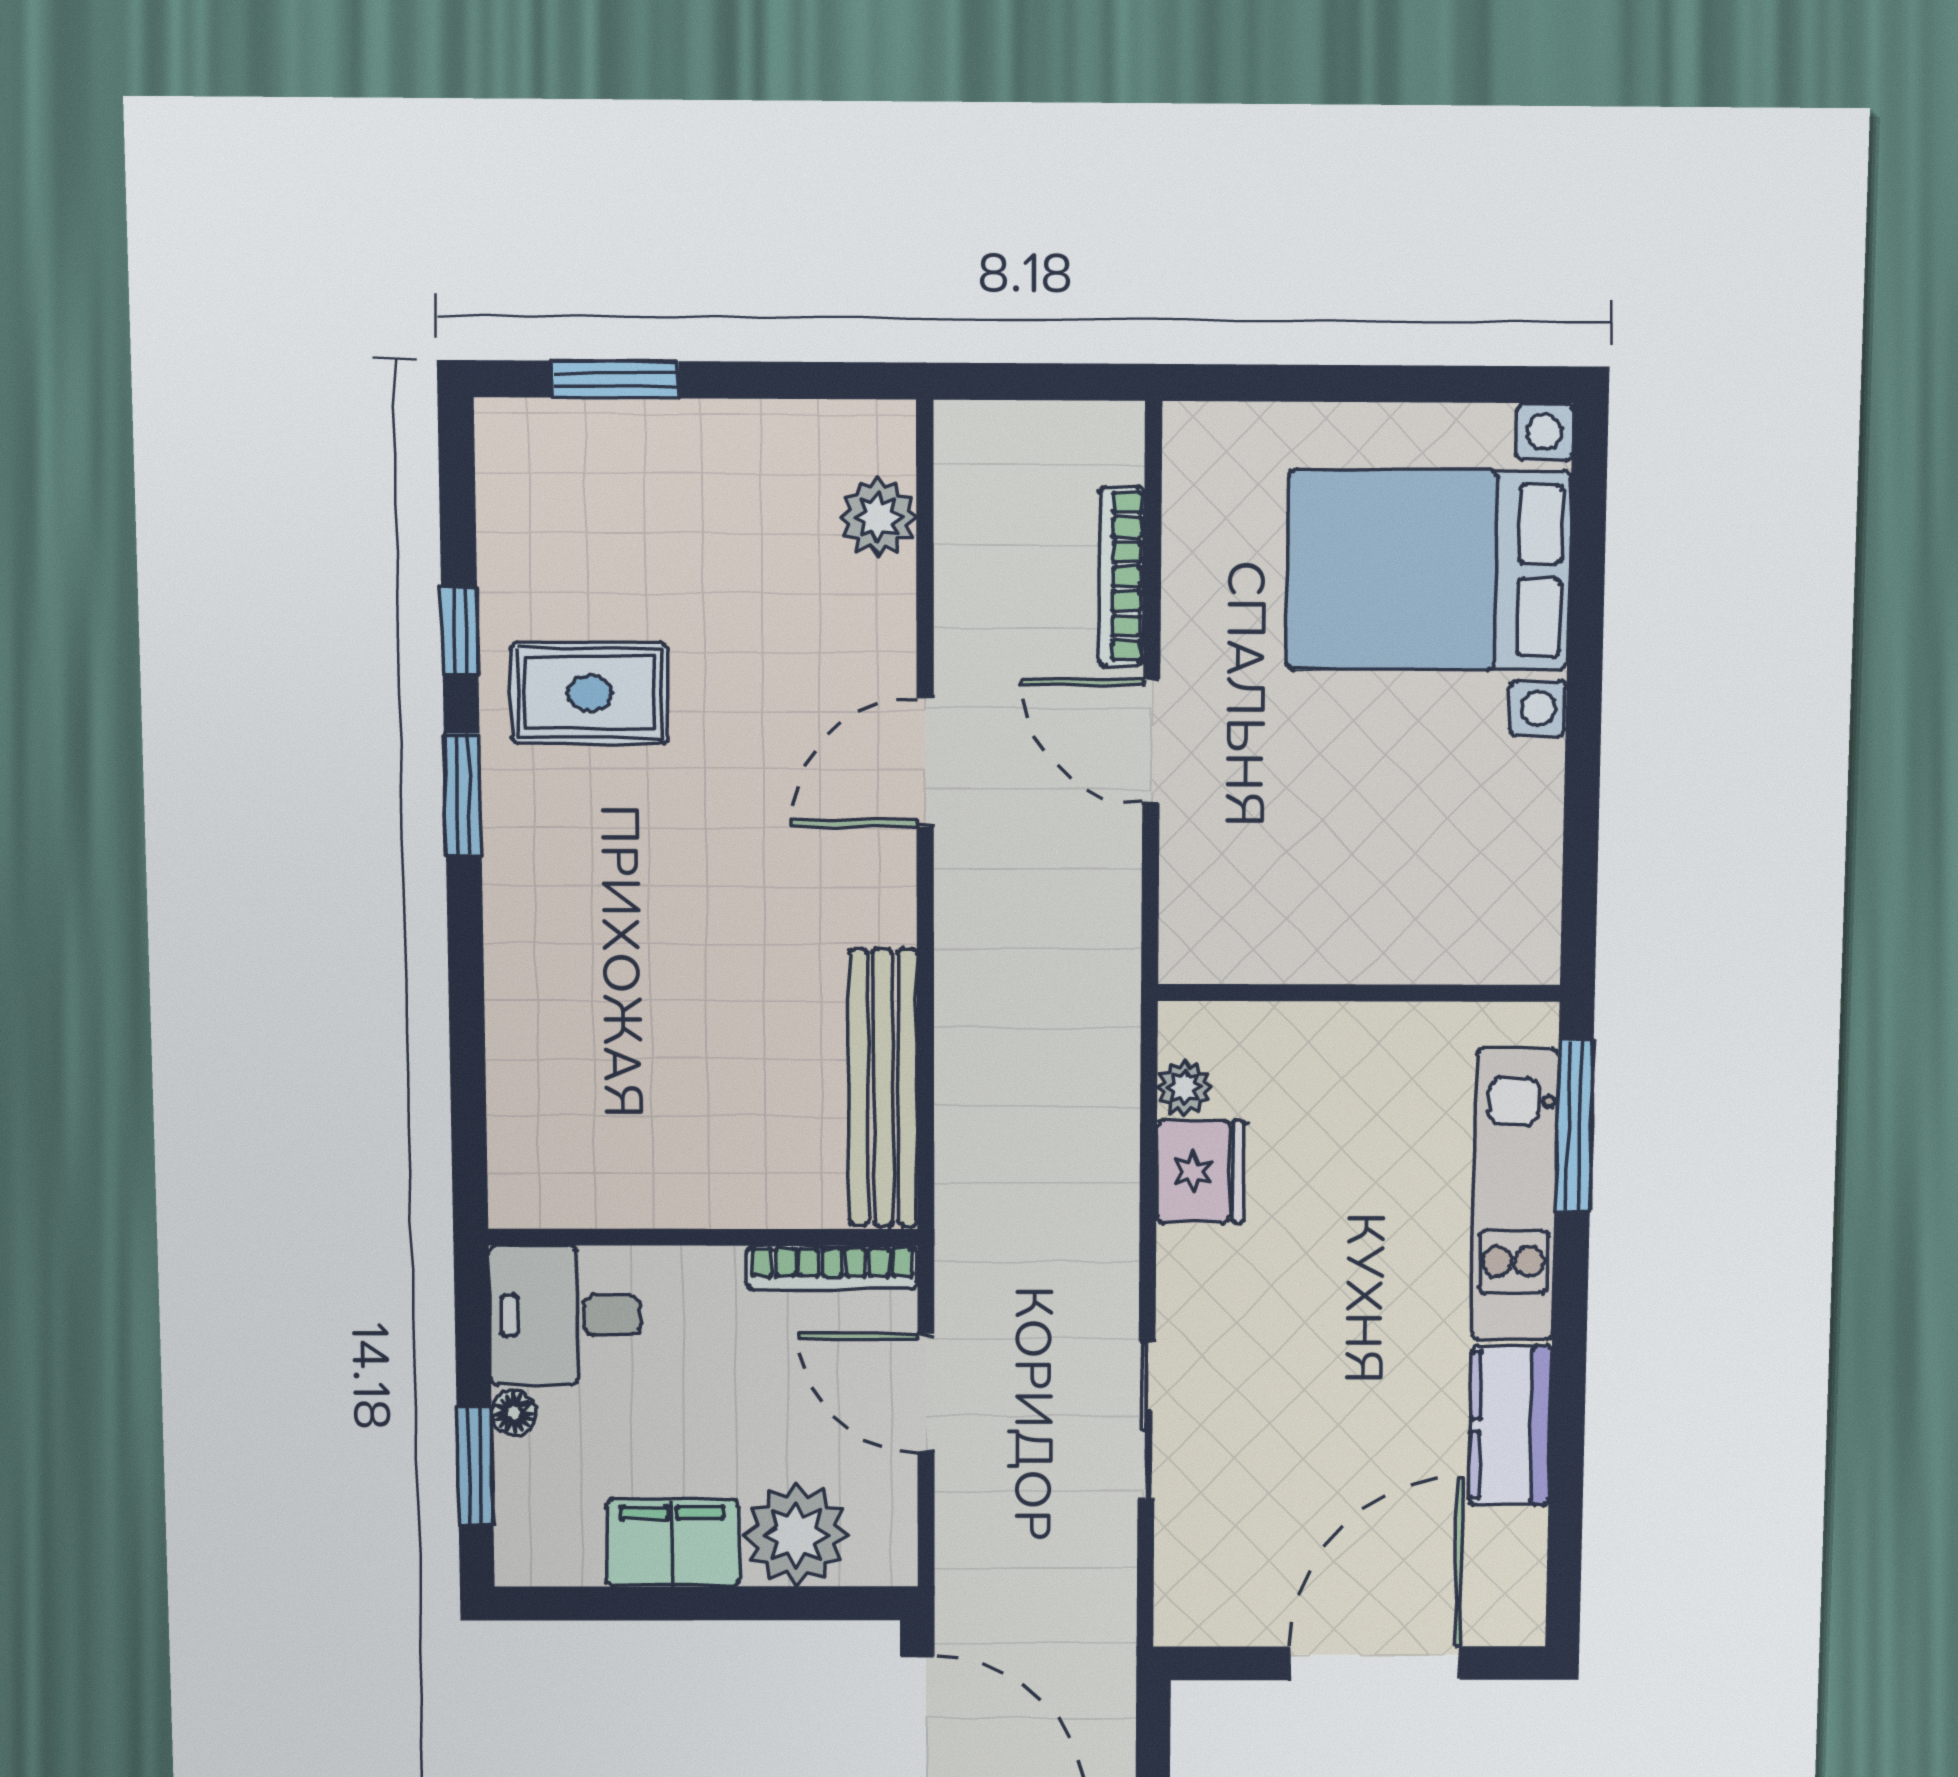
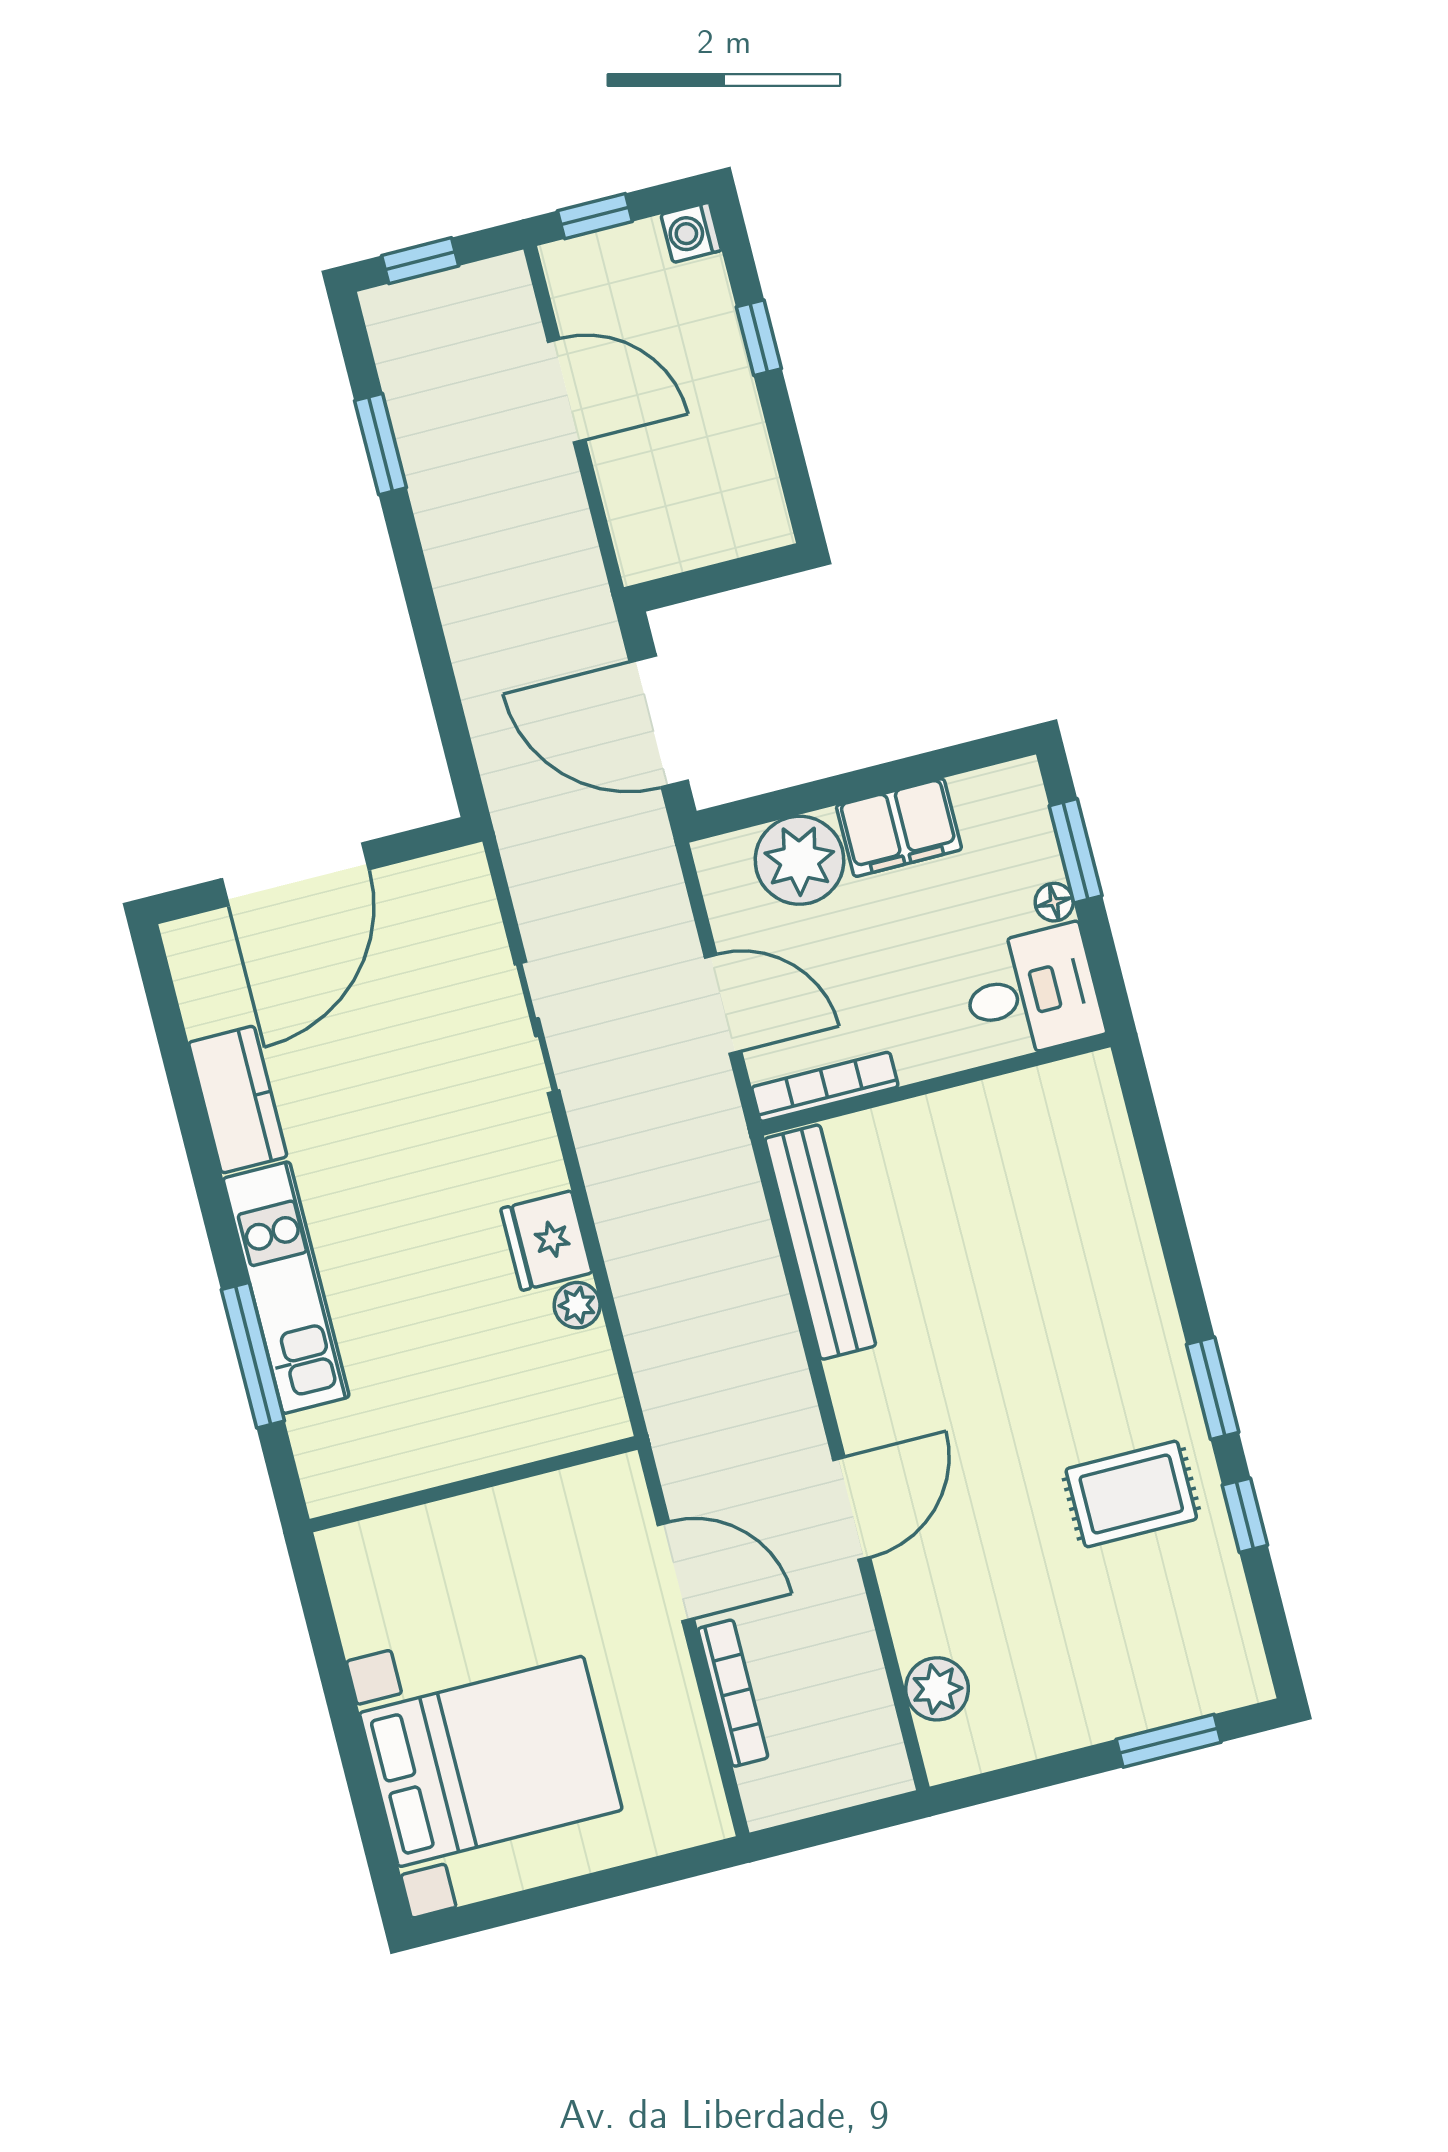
wall: (1359, 993) -> (474, 1484), moved

